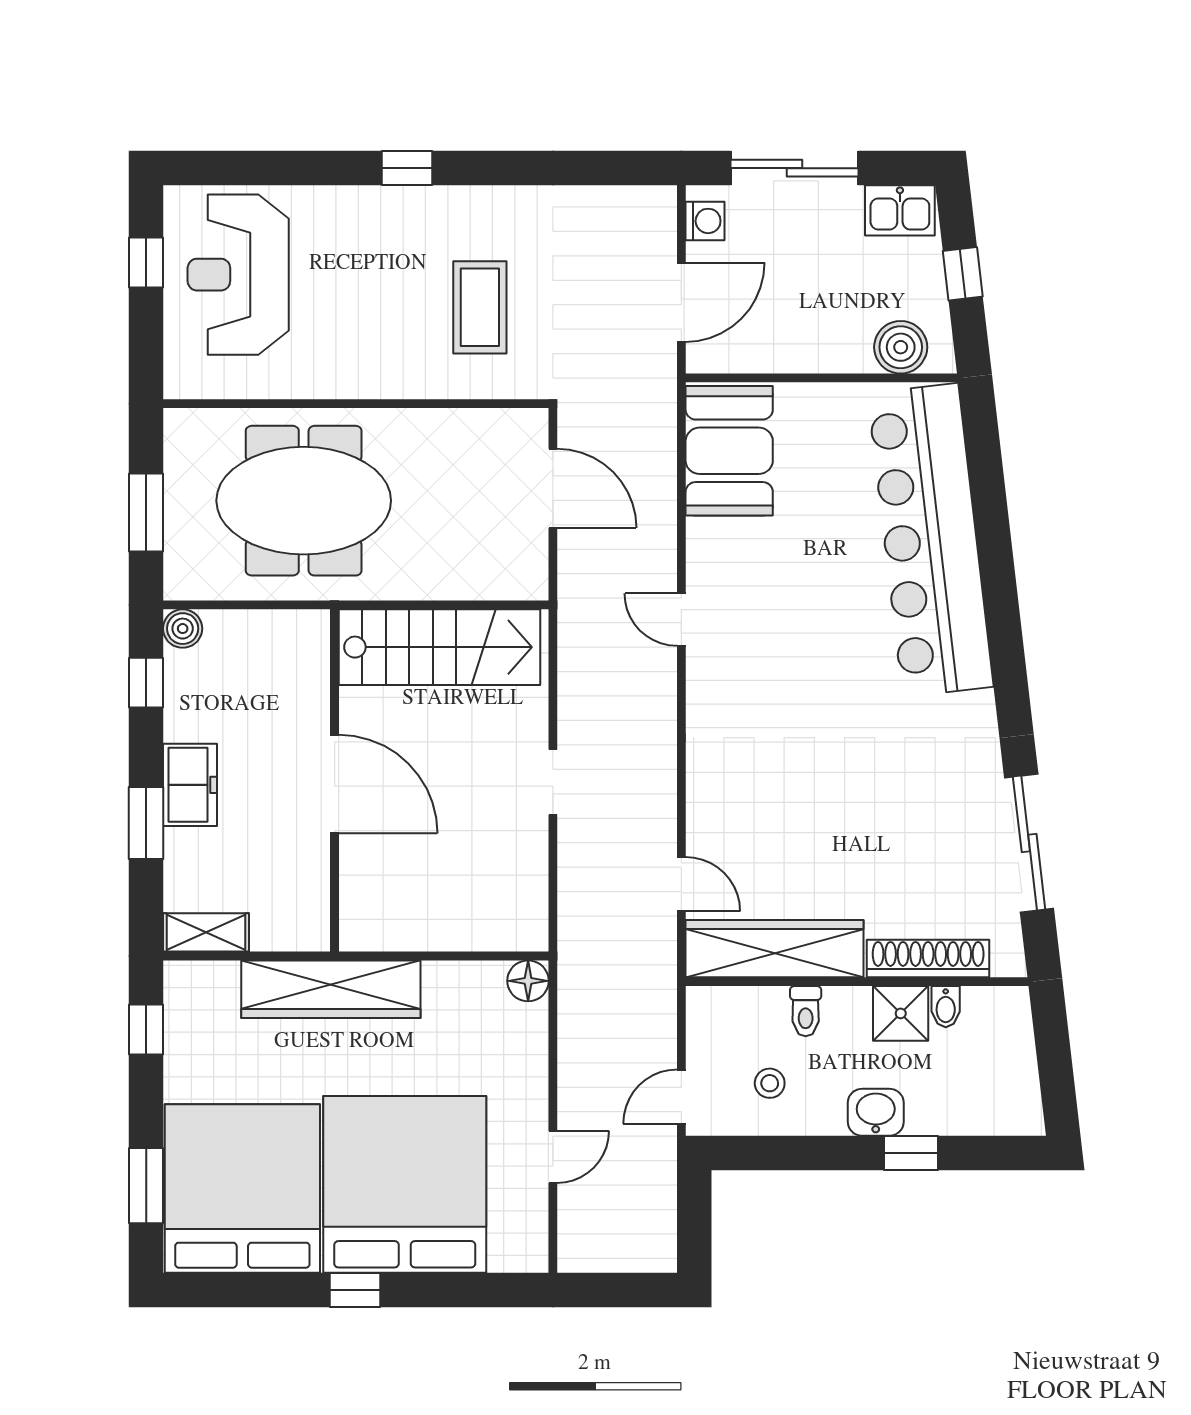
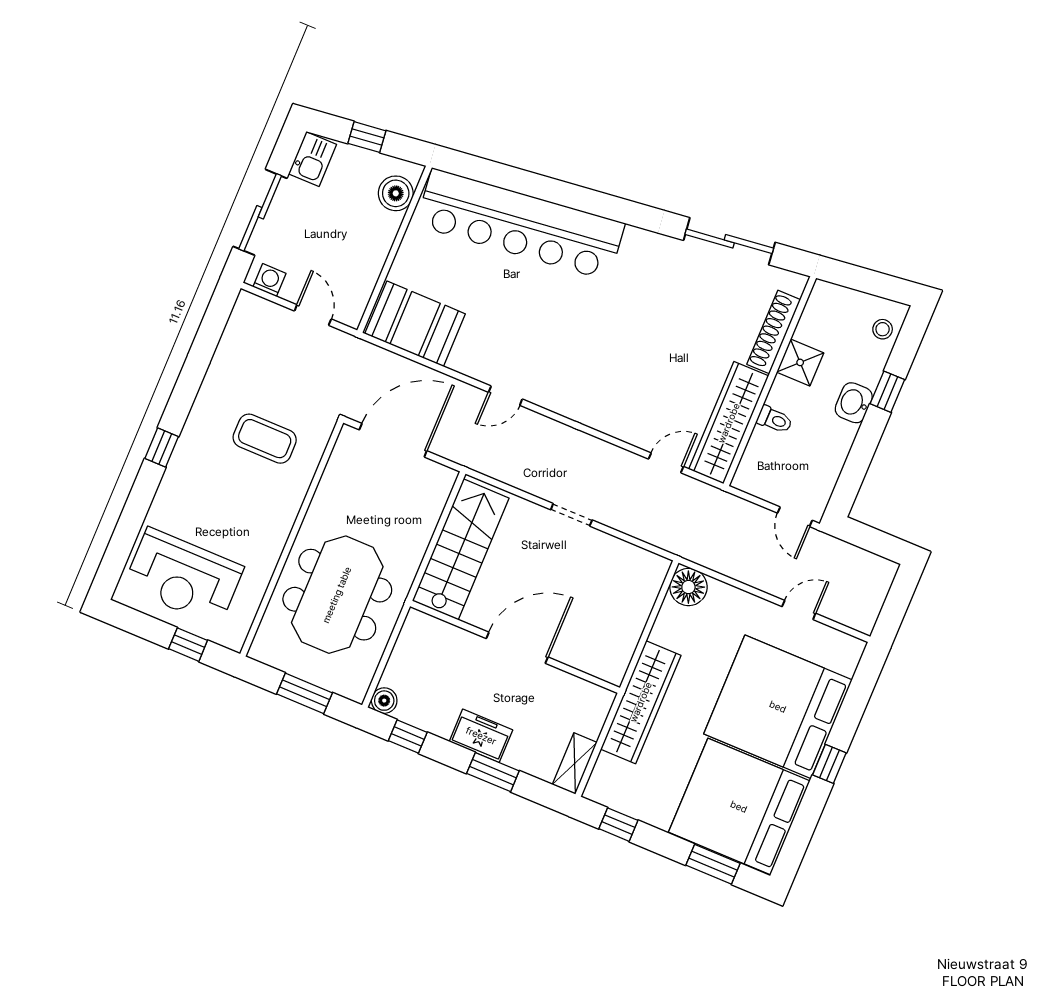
window: (146, 262) -> (188, 645), moved
door: (681, 302) -> (313, 315), width x0.73
door: (553, 488) -> (393, 440), width x1.36
floor lamp: (528, 981) -> (688, 587), width x1.38, depth x1.38
bidet: (946, 1007) -> (807, 333), removed
stool: (770, 1083) -> (883, 329), moved
door: (553, 1157) -> (799, 610), hinge flipped

